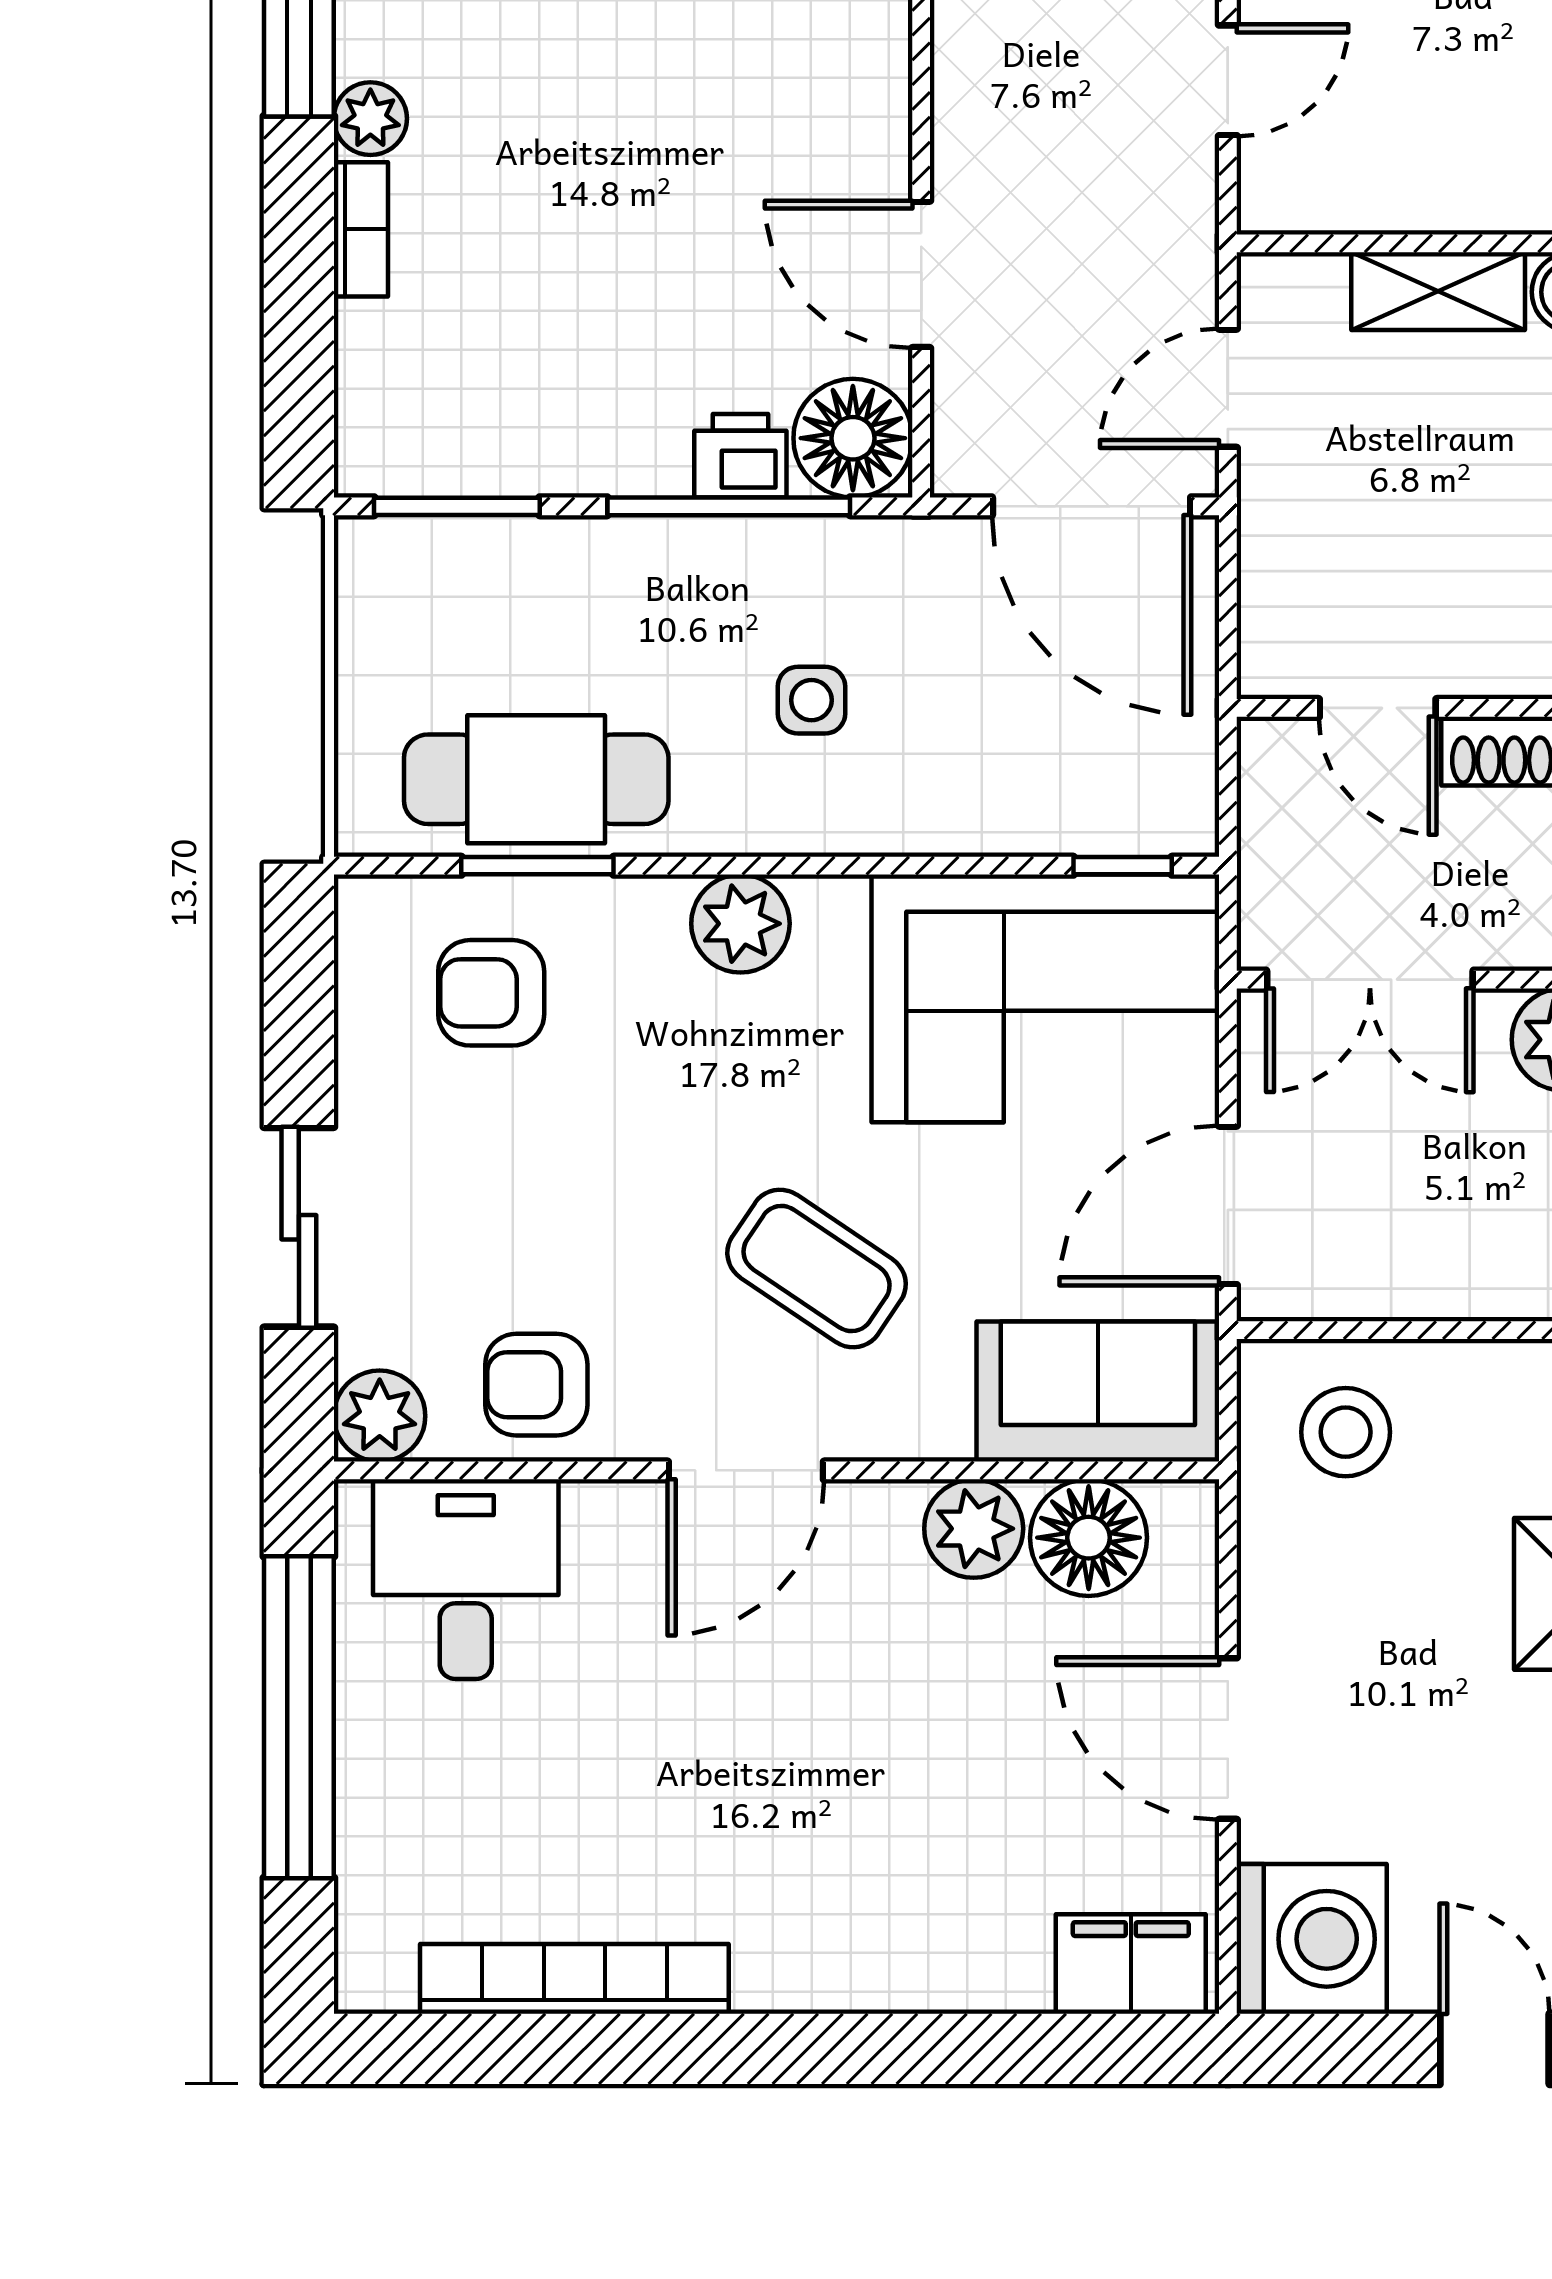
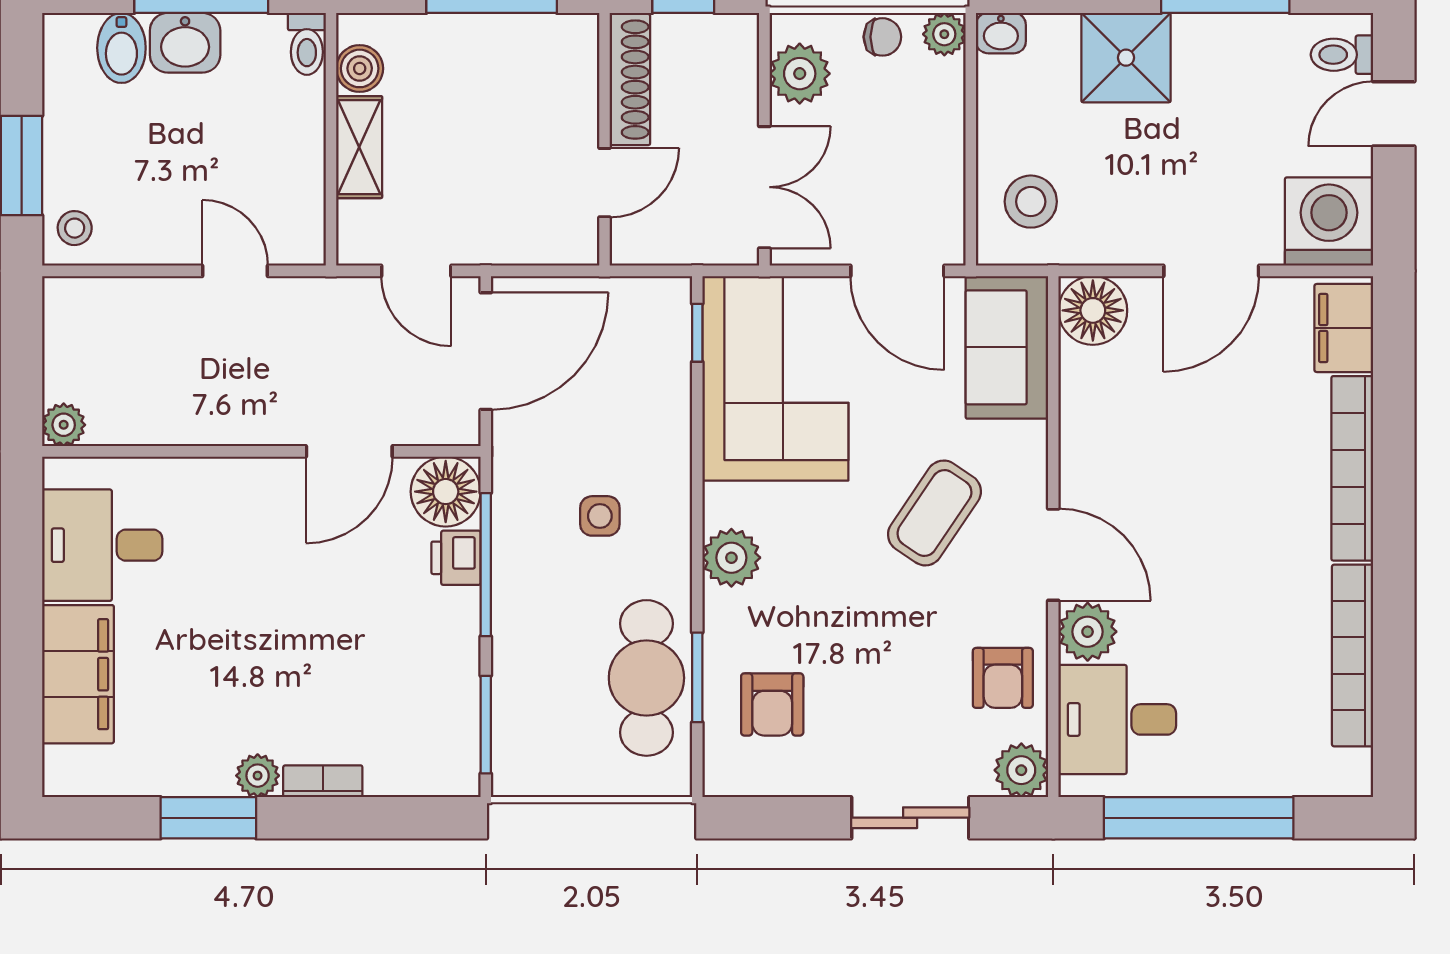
plant: (974, 1529) -> (1088, 632), moved
floor lamp: (1089, 1538) -> (1093, 310), moved
bookcase: (892, 1978) -> (1352, 468), added

